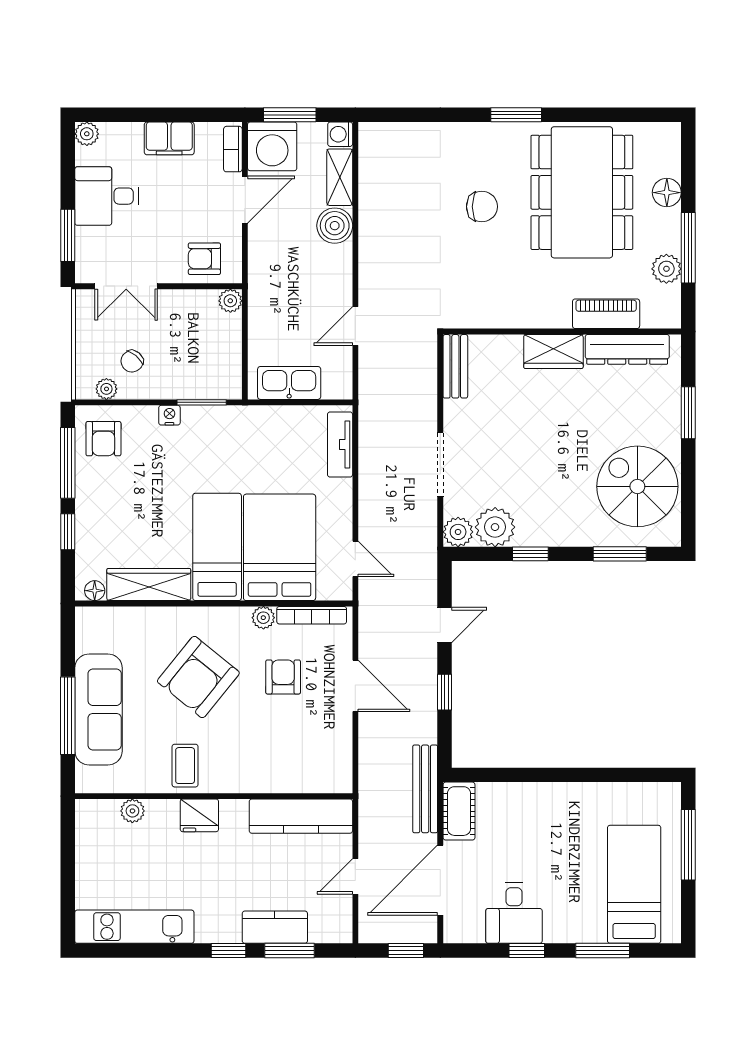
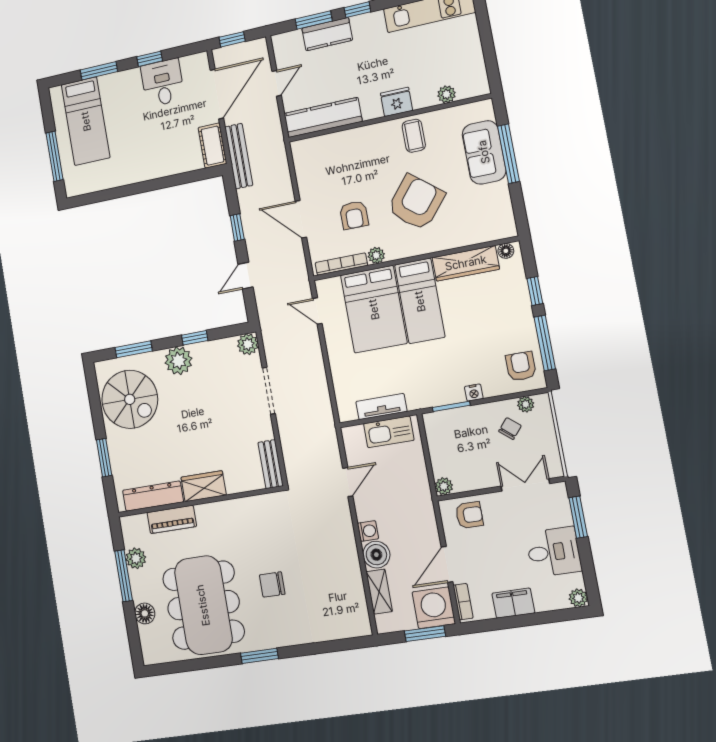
washing machine: (340, 134) -> (368, 531), moved
tv unit: (340, 445) -> (381, 407), moved, turned -90
plant: (495, 527) -> (179, 361), moved
sofa: (98, 709) -> (484, 152), width x0.73

